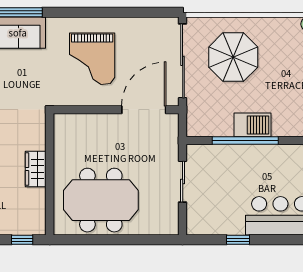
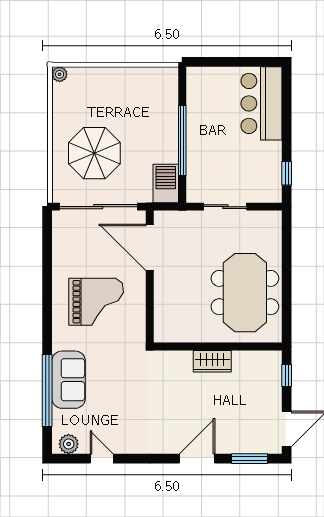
barbecue: (253, 125) -> (166, 183), moved
window: (238, 240) -> (287, 173), moved

